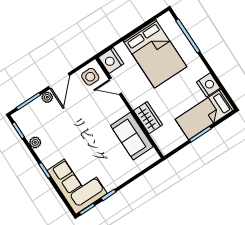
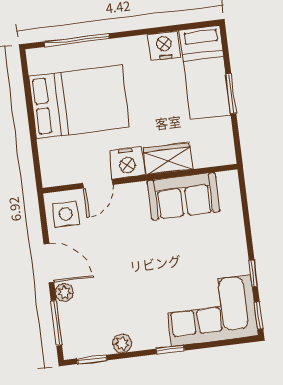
nightstand: (111, 60) -> (127, 163), moved

